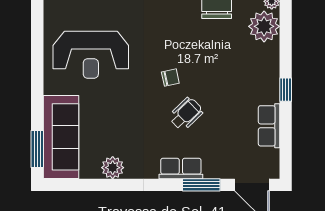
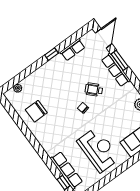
plant: (264, 26) -> (31, 84), removed
row of seats: (181, 168) -> (116, 70), width x1.48

